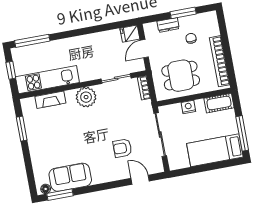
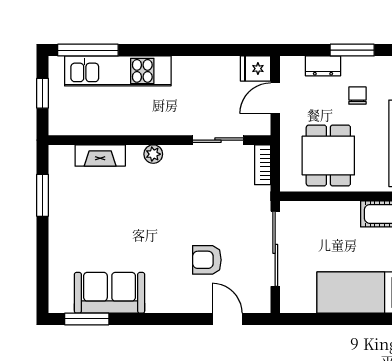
dining table: (181, 76) -> (328, 156), turned 90
kitchen unit: (47, 80) -> (118, 71), moved, turned 180
plant: (86, 97) -> (153, 154), width x0.53, depth x0.53
nightstand: (188, 107) -> (332, 211), removed
floor lamp: (46, 189) -> (64, 305), removed

